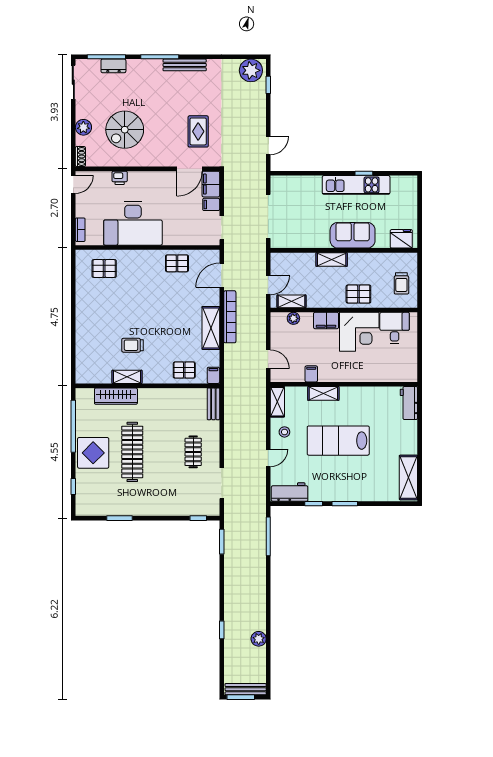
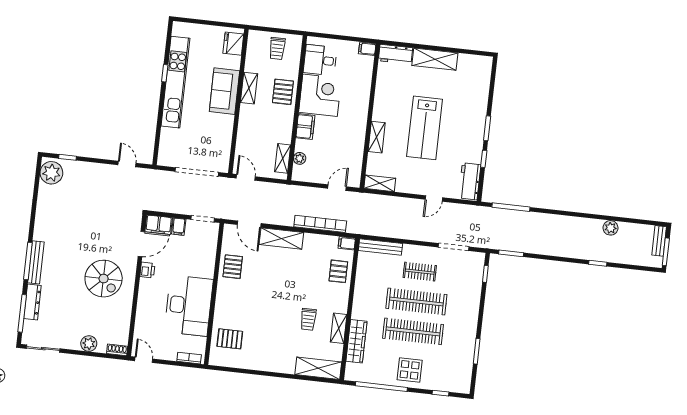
bench: (185, 65) -> (36, 262), moved
dresser: (113, 66) -> (32, 302), width x1.44
spiral stairs: (125, 130) -> (104, 279), moved
rug: (198, 131) -> (106, 231), removed
door: (190, 169) -> (141, 244), hinge flipped
printer: (120, 178) -> (147, 270), moved
kitchen unit: (356, 185) -> (175, 82), width x1.36
shelving: (332, 260) -> (249, 88), moved
pallet: (104, 269) -> (230, 339), turned 90
trolley: (401, 283) -> (277, 48), turned 90
door: (268, 285) -> (246, 177), moved
bookcase: (230, 317) -> (320, 224), moved
shelving: (211, 328) -> (281, 238), moved
shelving: (85, 361) -> (318, 368), added
filing cabinet: (311, 374) -> (367, 49), moved
bench: (213, 404) -> (380, 247), width x1.36
stool: (284, 432) -> (410, 180), removed
clothes rail: (163, 452) -> (416, 301), added
display table: (93, 453) -> (410, 370), width x0.73, depth x0.73
door: (268, 458) -> (434, 198), swing flipped
shelving: (408, 477) -> (435, 59), moved
bench: (246, 689) -> (659, 241), width x0.73

